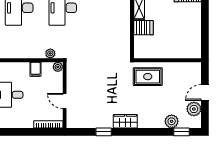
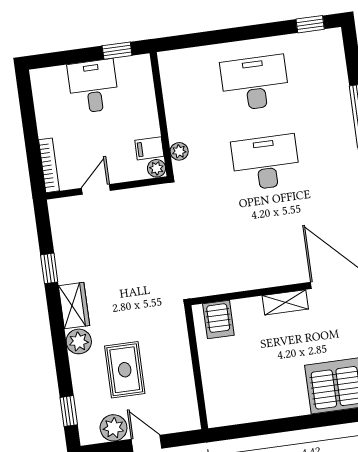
server rack: (143, 28) -> (218, 319), moved
filing cabinet: (35, 69) -> (149, 148), moved
rug: (148, 77) -> (125, 370), moved
plant: (172, 121) -> (79, 341), moved

